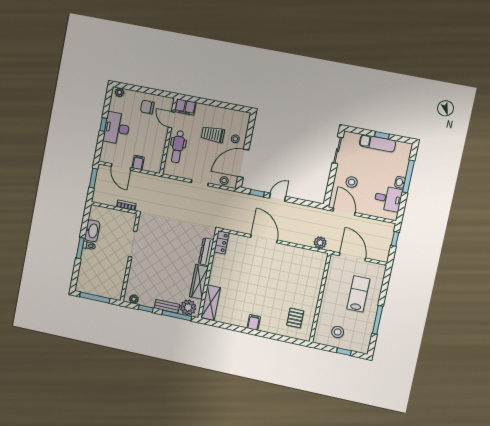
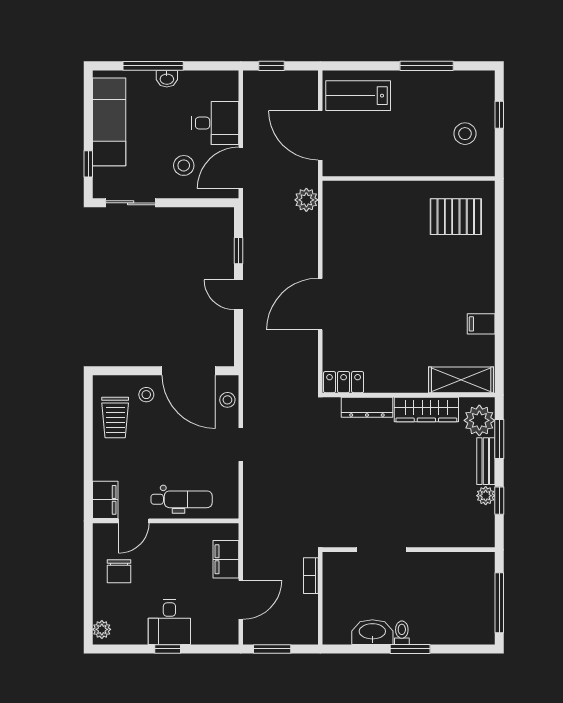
desk: (117, 128) -> (169, 622), width x0.73
trolley: (213, 134) -> (115, 418), moved
window: (382, 135) -> (88, 164), moved
exam couch: (378, 143) -> (109, 122), width x1.36, depth x1.45
filing cabinet: (138, 163) -> (226, 559), width x2.00
window: (257, 193) -> (239, 251), moved
desk: (388, 199) -> (215, 123), moved, turned 90
door: (353, 257) -> (320, 135), hinge flipped
lab bench: (358, 294) -> (358, 96), moved
plant: (134, 299) -> (486, 496), moved
window: (177, 315) -> (499, 439), width x0.69
pallet: (295, 318) -> (456, 217), width x1.50, depth x1.42
filing cabinet: (254, 322) -> (481, 324), moved

